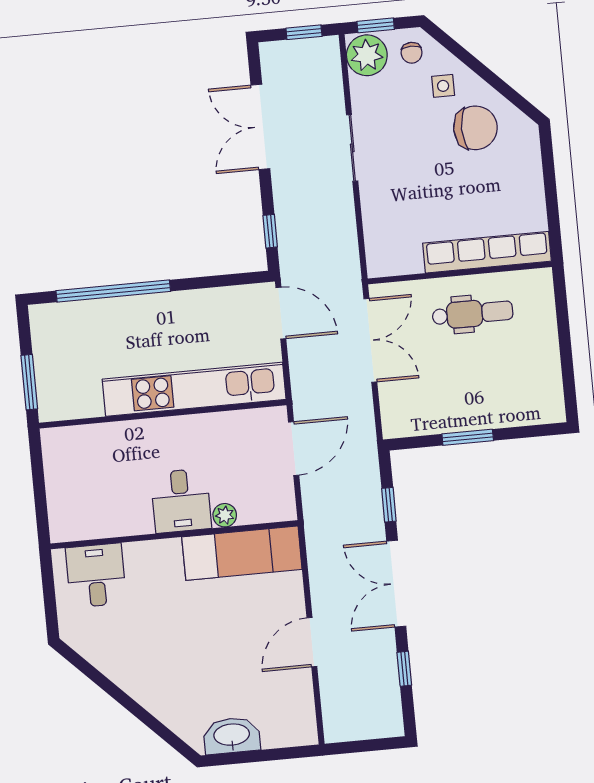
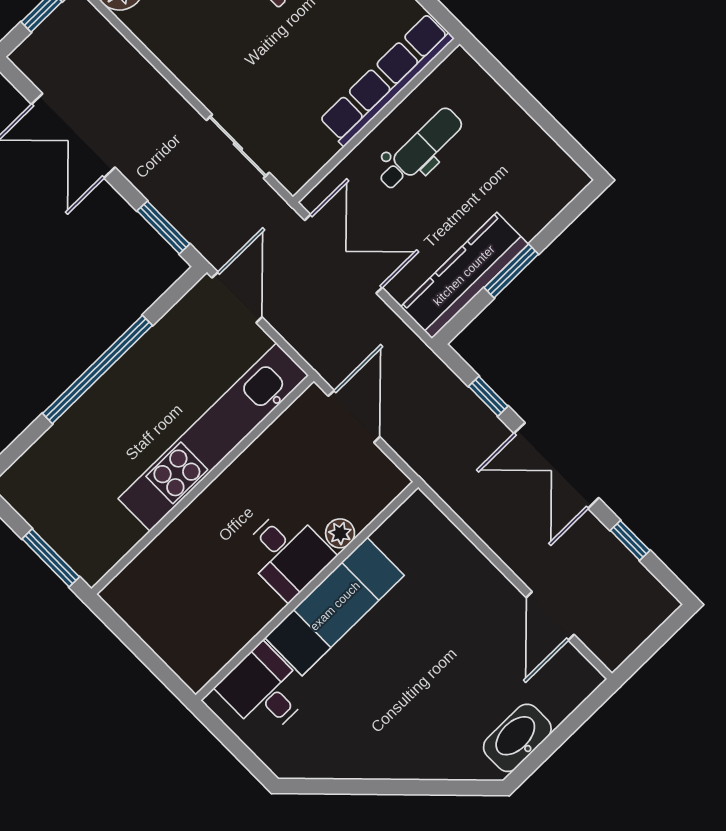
sliding door: (352, 148) -> (238, 146), moved
window: (270, 231) -> (163, 227), width x1.50
window: (113, 291) -> (97, 369), moved
door: (281, 313) -> (237, 297), hinge flipped
kitchen counter: (436, 416) -> (464, 275), added
exam couch: (242, 553) -> (335, 606), moved
door: (312, 642) -> (550, 616), moved

